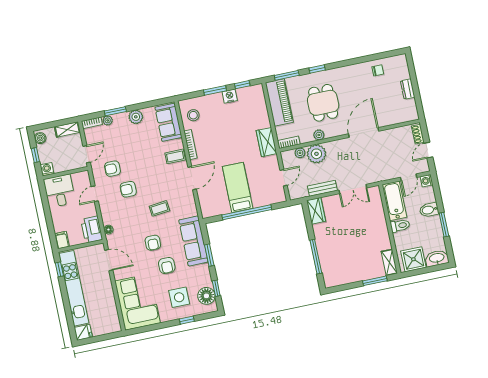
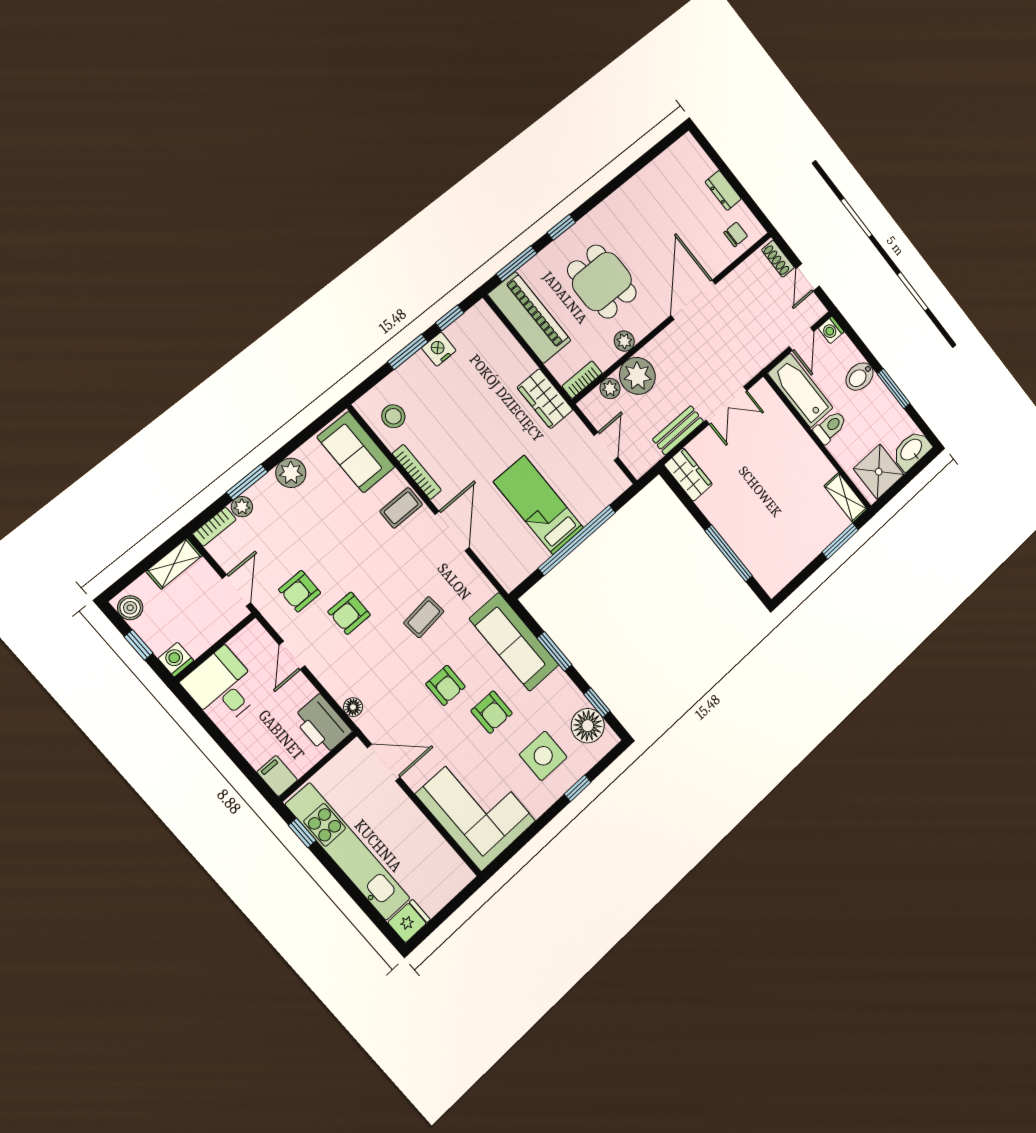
chair: (378, 70) -> (736, 234), moved

